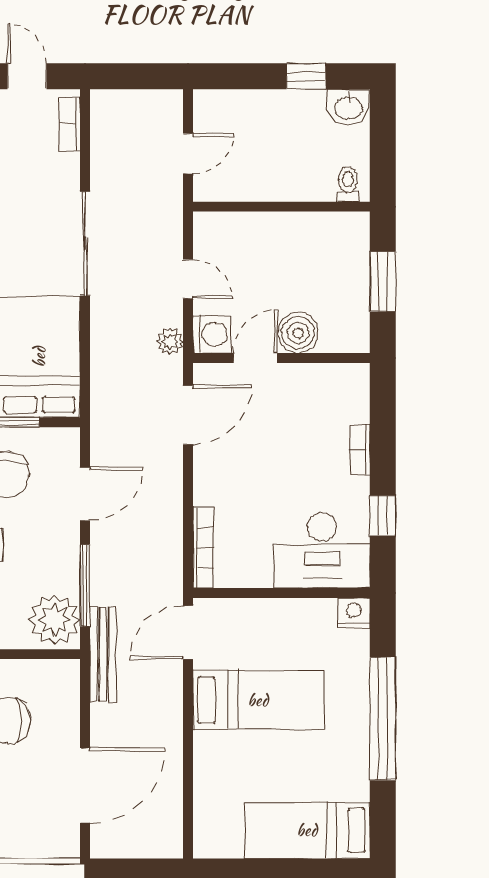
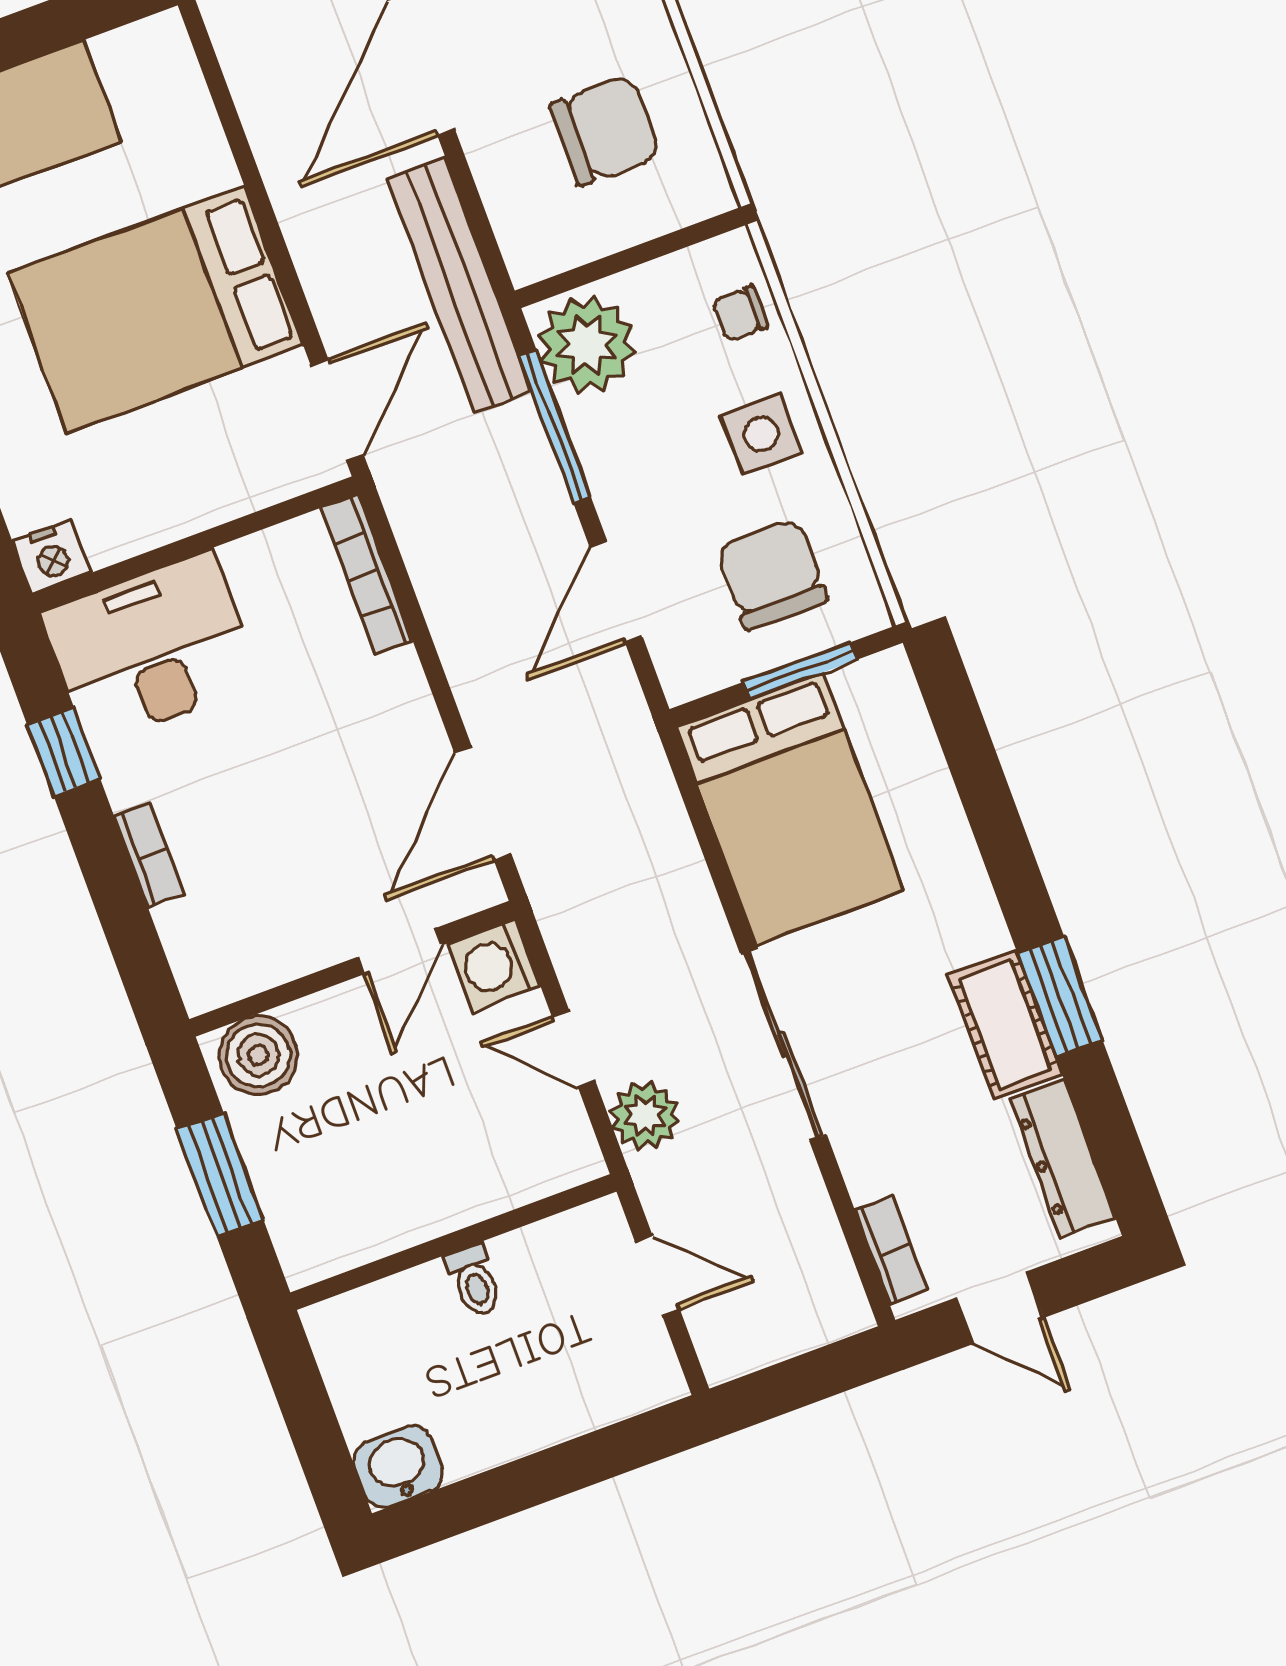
window: (306, 76) -> (496, 1494), removed
door: (188, 154) -> (657, 1276), swing flipped
toilet: (348, 184) -> (474, 1280), moved
boiler: (298, 333) -> (258, 1055), moved
plant: (170, 341) -> (645, 1116), moved, width x1.38, depth x1.38
bench: (103, 654) -> (459, 285), width x1.37, depth x1.21
bed: (258, 700) -> (156, 309), width x1.50

